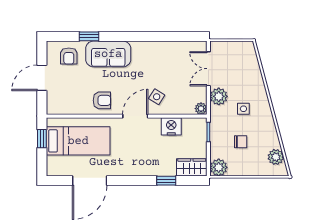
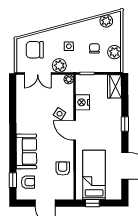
window: (89, 36) -> (13, 180), moved
chair: (239, 65) -> (35, 50), added
armchair: (102, 100) -> (63, 168), moved
plant: (219, 167) -> (114, 52), moved
window: (166, 181) -> (125, 124), moved

